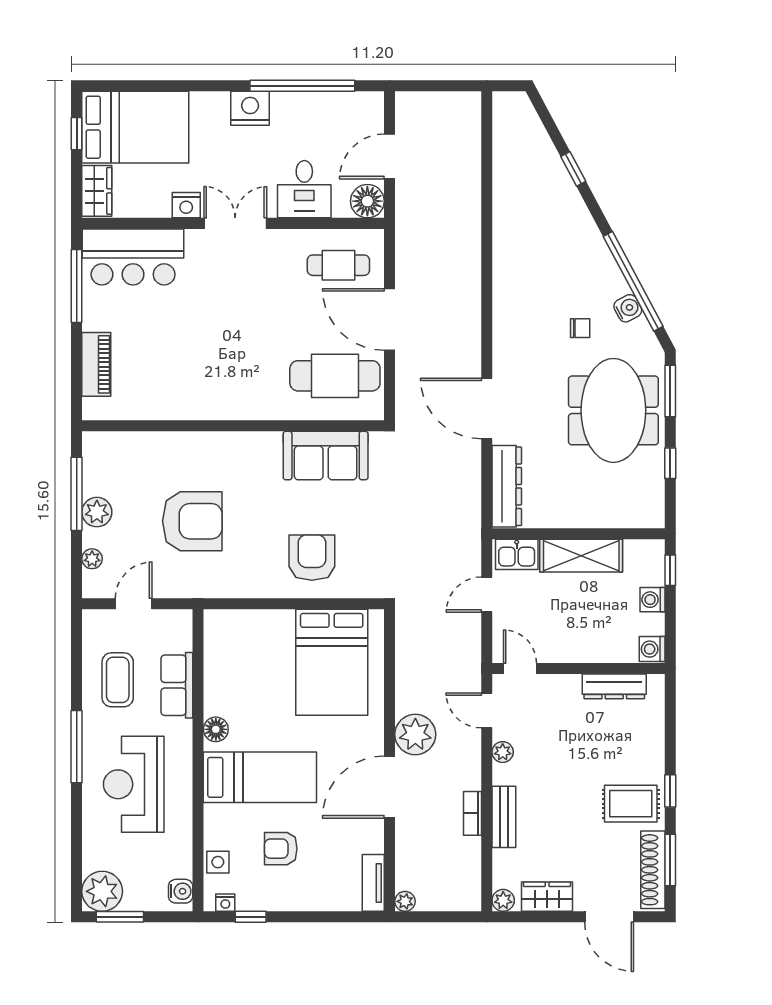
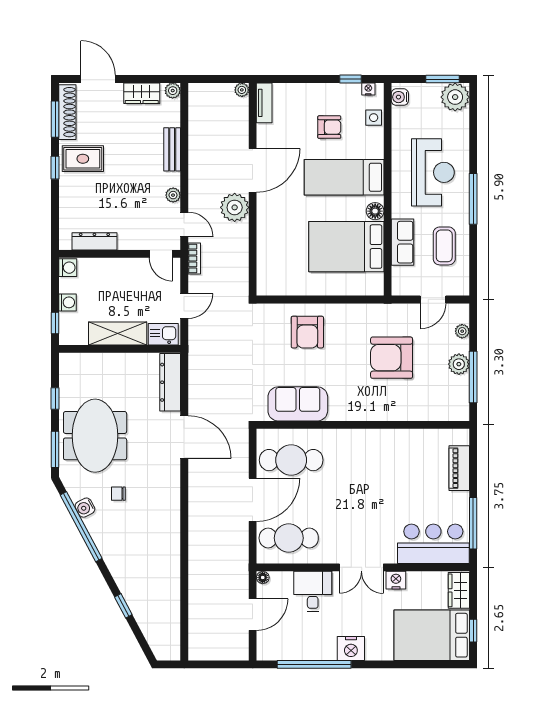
floor lamp: (367, 201) -> (263, 578), width x0.53, depth x0.53
cafe table: (338, 265) -> (289, 538), width x1.37, depth x1.35
door: (390, 320) -> (253, 500), hinge flipped
bed: (332, 662) -> (346, 247), moved, turned -90
bookcase: (473, 813) -> (194, 258), moved

